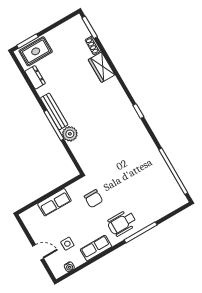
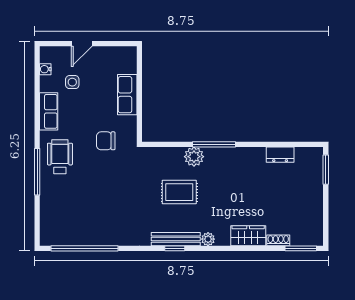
rug: (36, 51) -> (179, 192), moved, turned 90
plant: (119, 93) -> (208, 239), added
bench: (54, 111) -> (176, 239), moved

